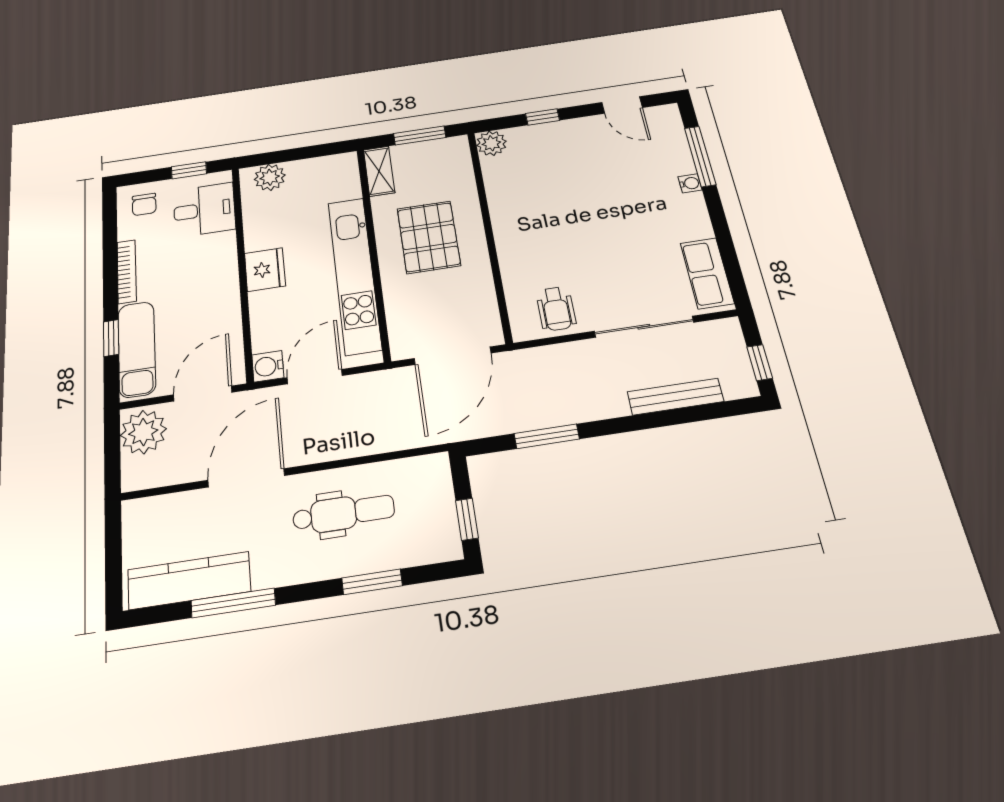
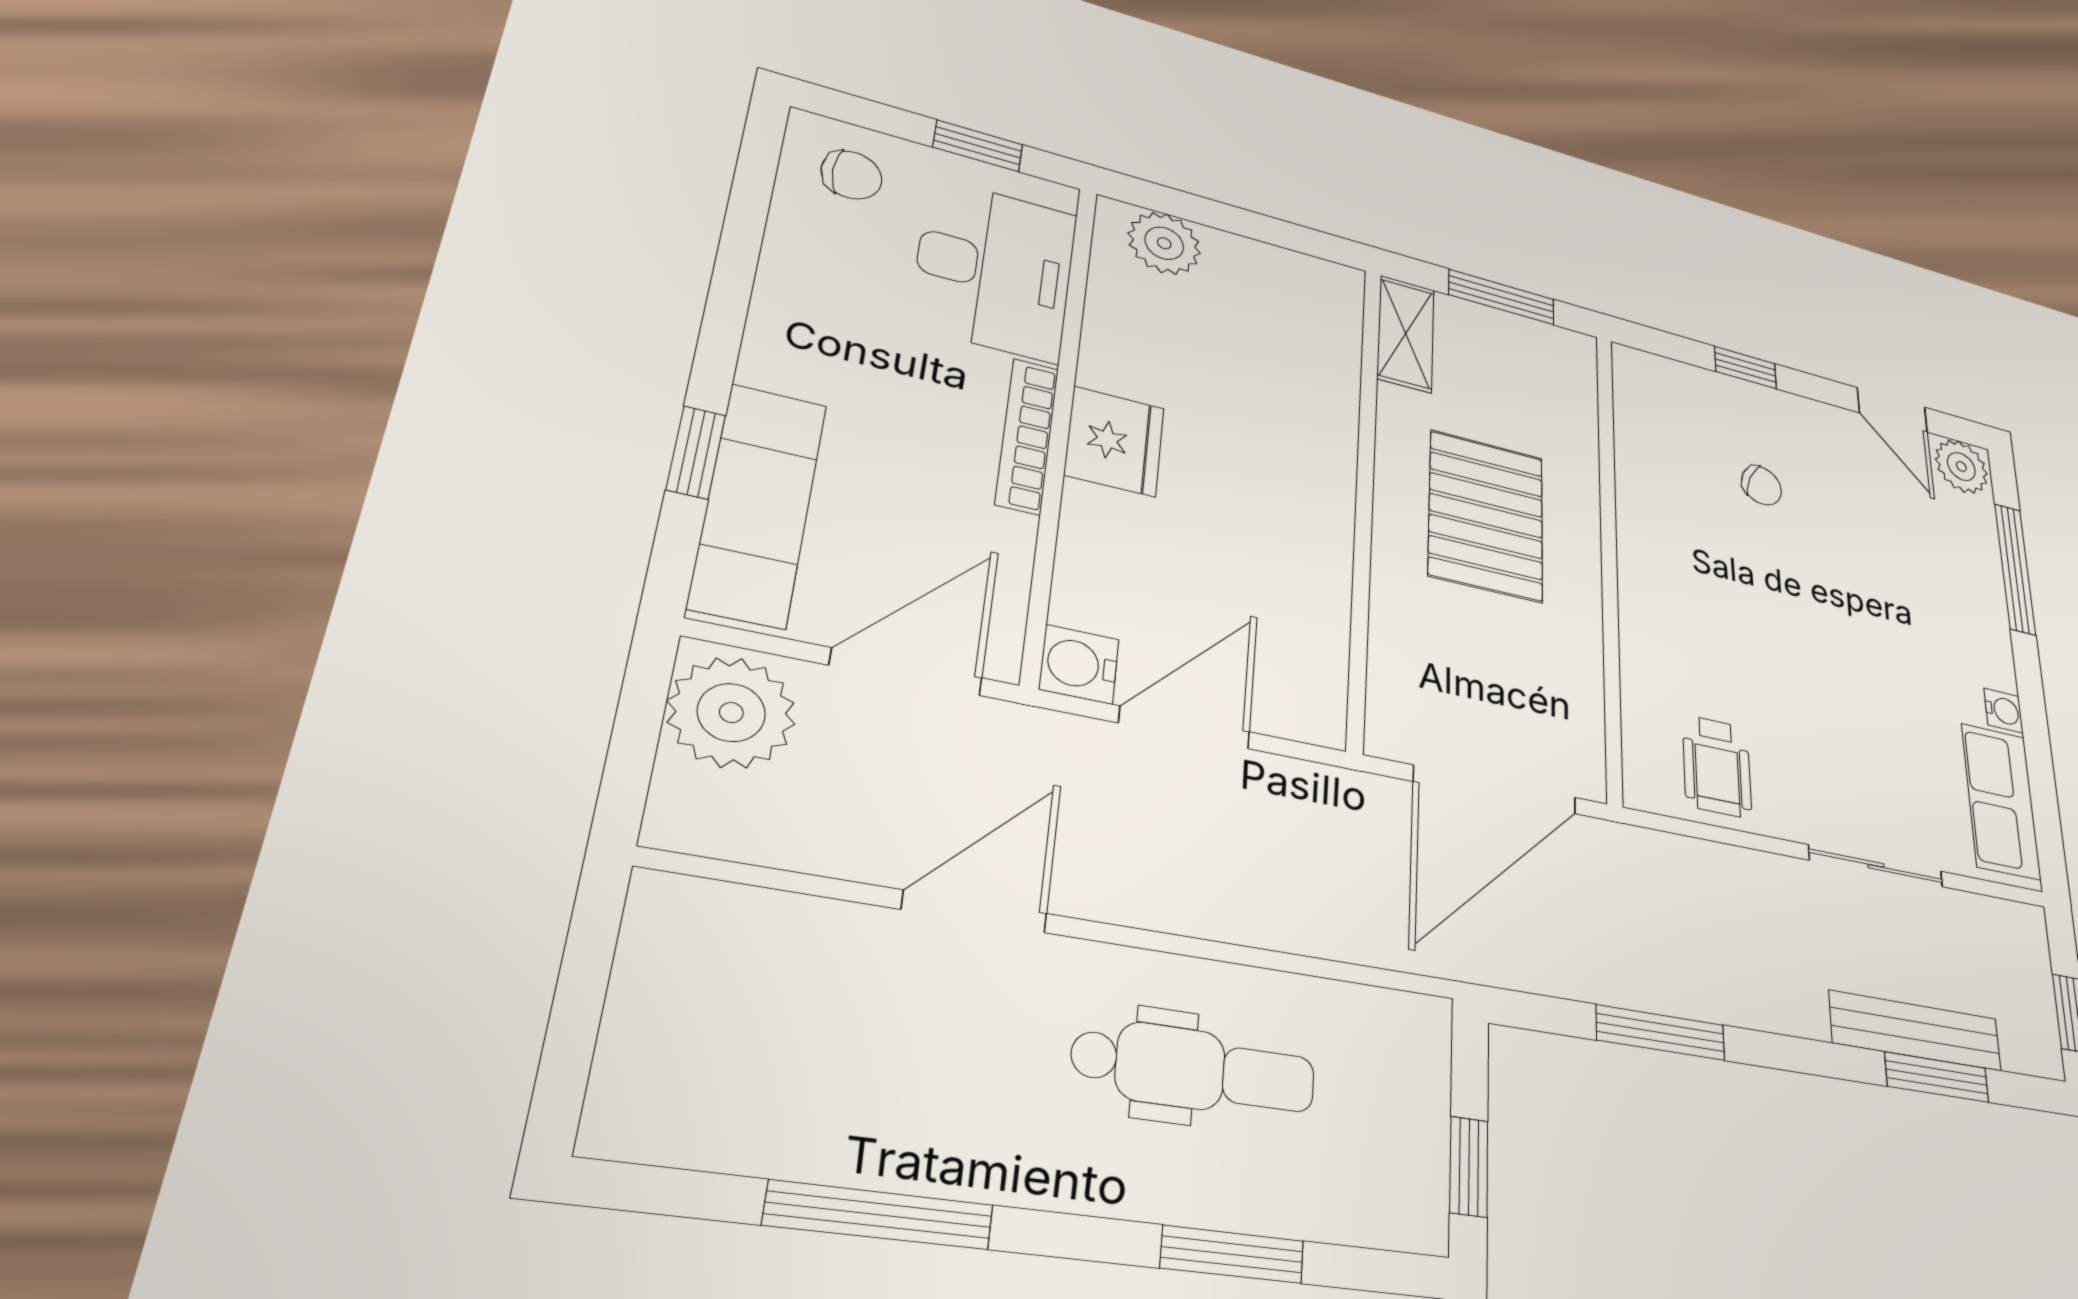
plant: (491, 143) -> (1961, 467), moved
chair: (559, 170) -> (1762, 485), added
water cooler: (690, 183) -> (2003, 711), moved
chair: (144, 204) -> (852, 175), turned -90
desk: (204, 210) -> (994, 269), width x1.37
bookcase: (127, 272) -> (1027, 436), moved, turned 180
kitchen unit: (354, 275) -> (1315, 533), removed
sliding door: (644, 327) -> (1876, 866), width x0.73
window: (690, 415) -> (1937, 1077), added
door: (246, 478) -> (975, 911), width x0.73
kitchen counter: (189, 581) -> (774, 1126), removed

